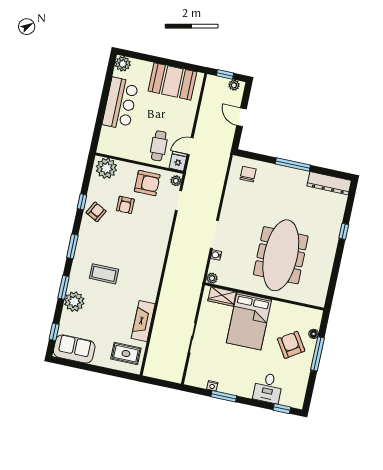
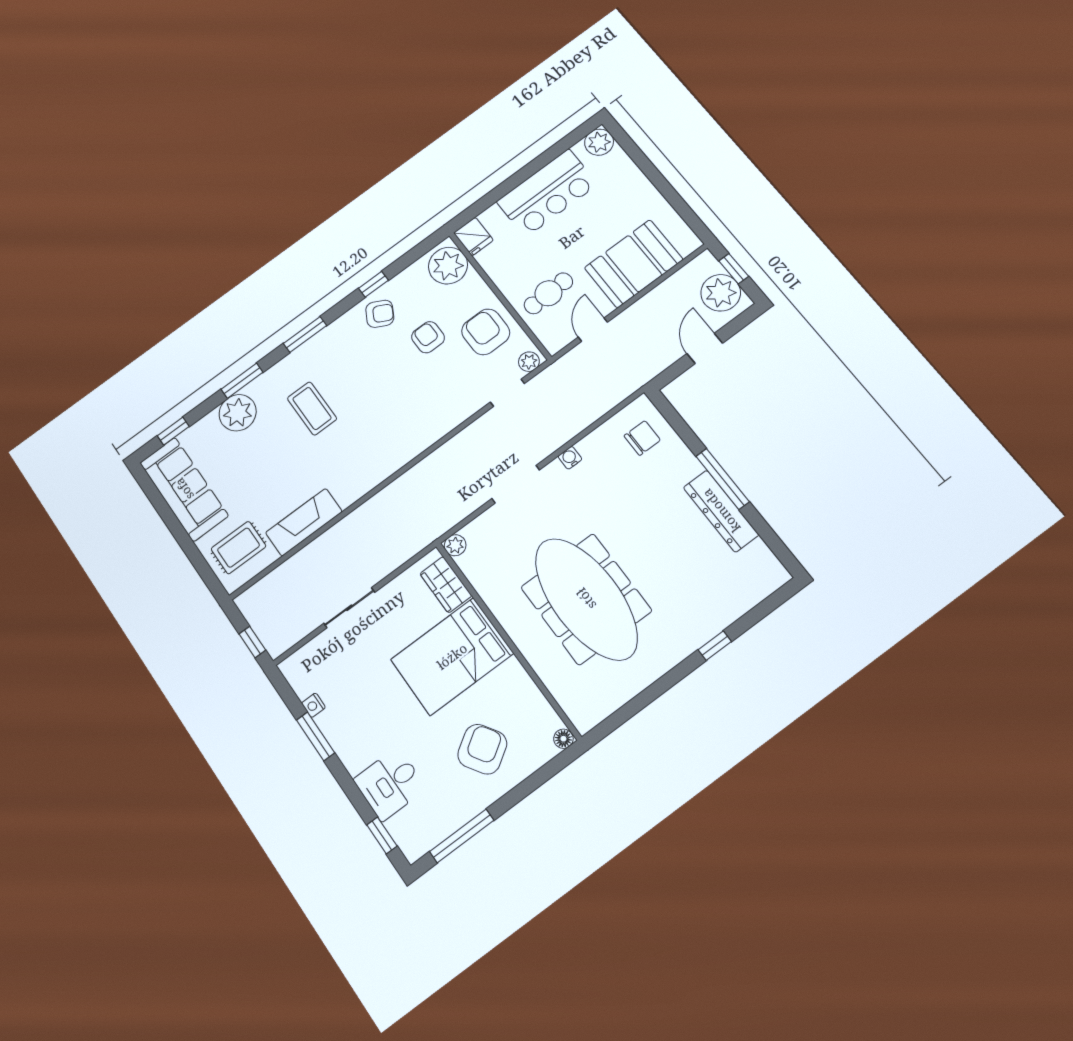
booth: (172, 81) -> (634, 264), moved, turned 90
plant: (234, 85) -> (721, 293), width x1.88, depth x1.88
door: (190, 146) -> (593, 330), hinge flipped
fridge: (178, 161) -> (473, 237), moved, turned 90
armchair: (147, 183) -> (486, 332), turned 180
dresser: (329, 183) -> (721, 511), moved
armchair: (125, 205) -> (428, 337), turned 90
water cooler: (216, 255) -> (570, 458), moved
meeting table: (281, 255) -> (586, 599), turned 90
floor lamp: (314, 334) -> (563, 739), moved
sofa: (74, 349) -> (184, 489), width x1.36
rug: (126, 354) -> (238, 548), turned 90
window: (317, 354) -> (462, 836), moved
window: (166, 384) -> (252, 642), added

